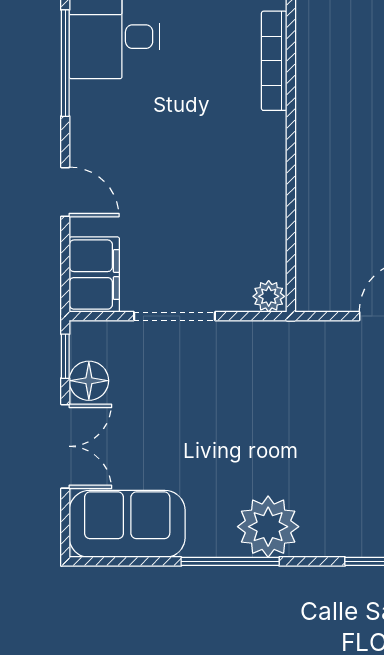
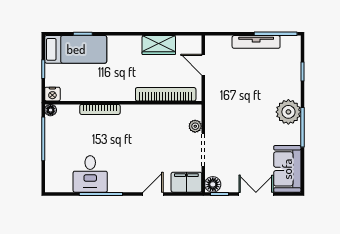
bookcase: (312, 223) -> (166, 94), added
plant: (269, 296) -> (195, 126), moved
floor lamp: (89, 381) -> (213, 184), moved

